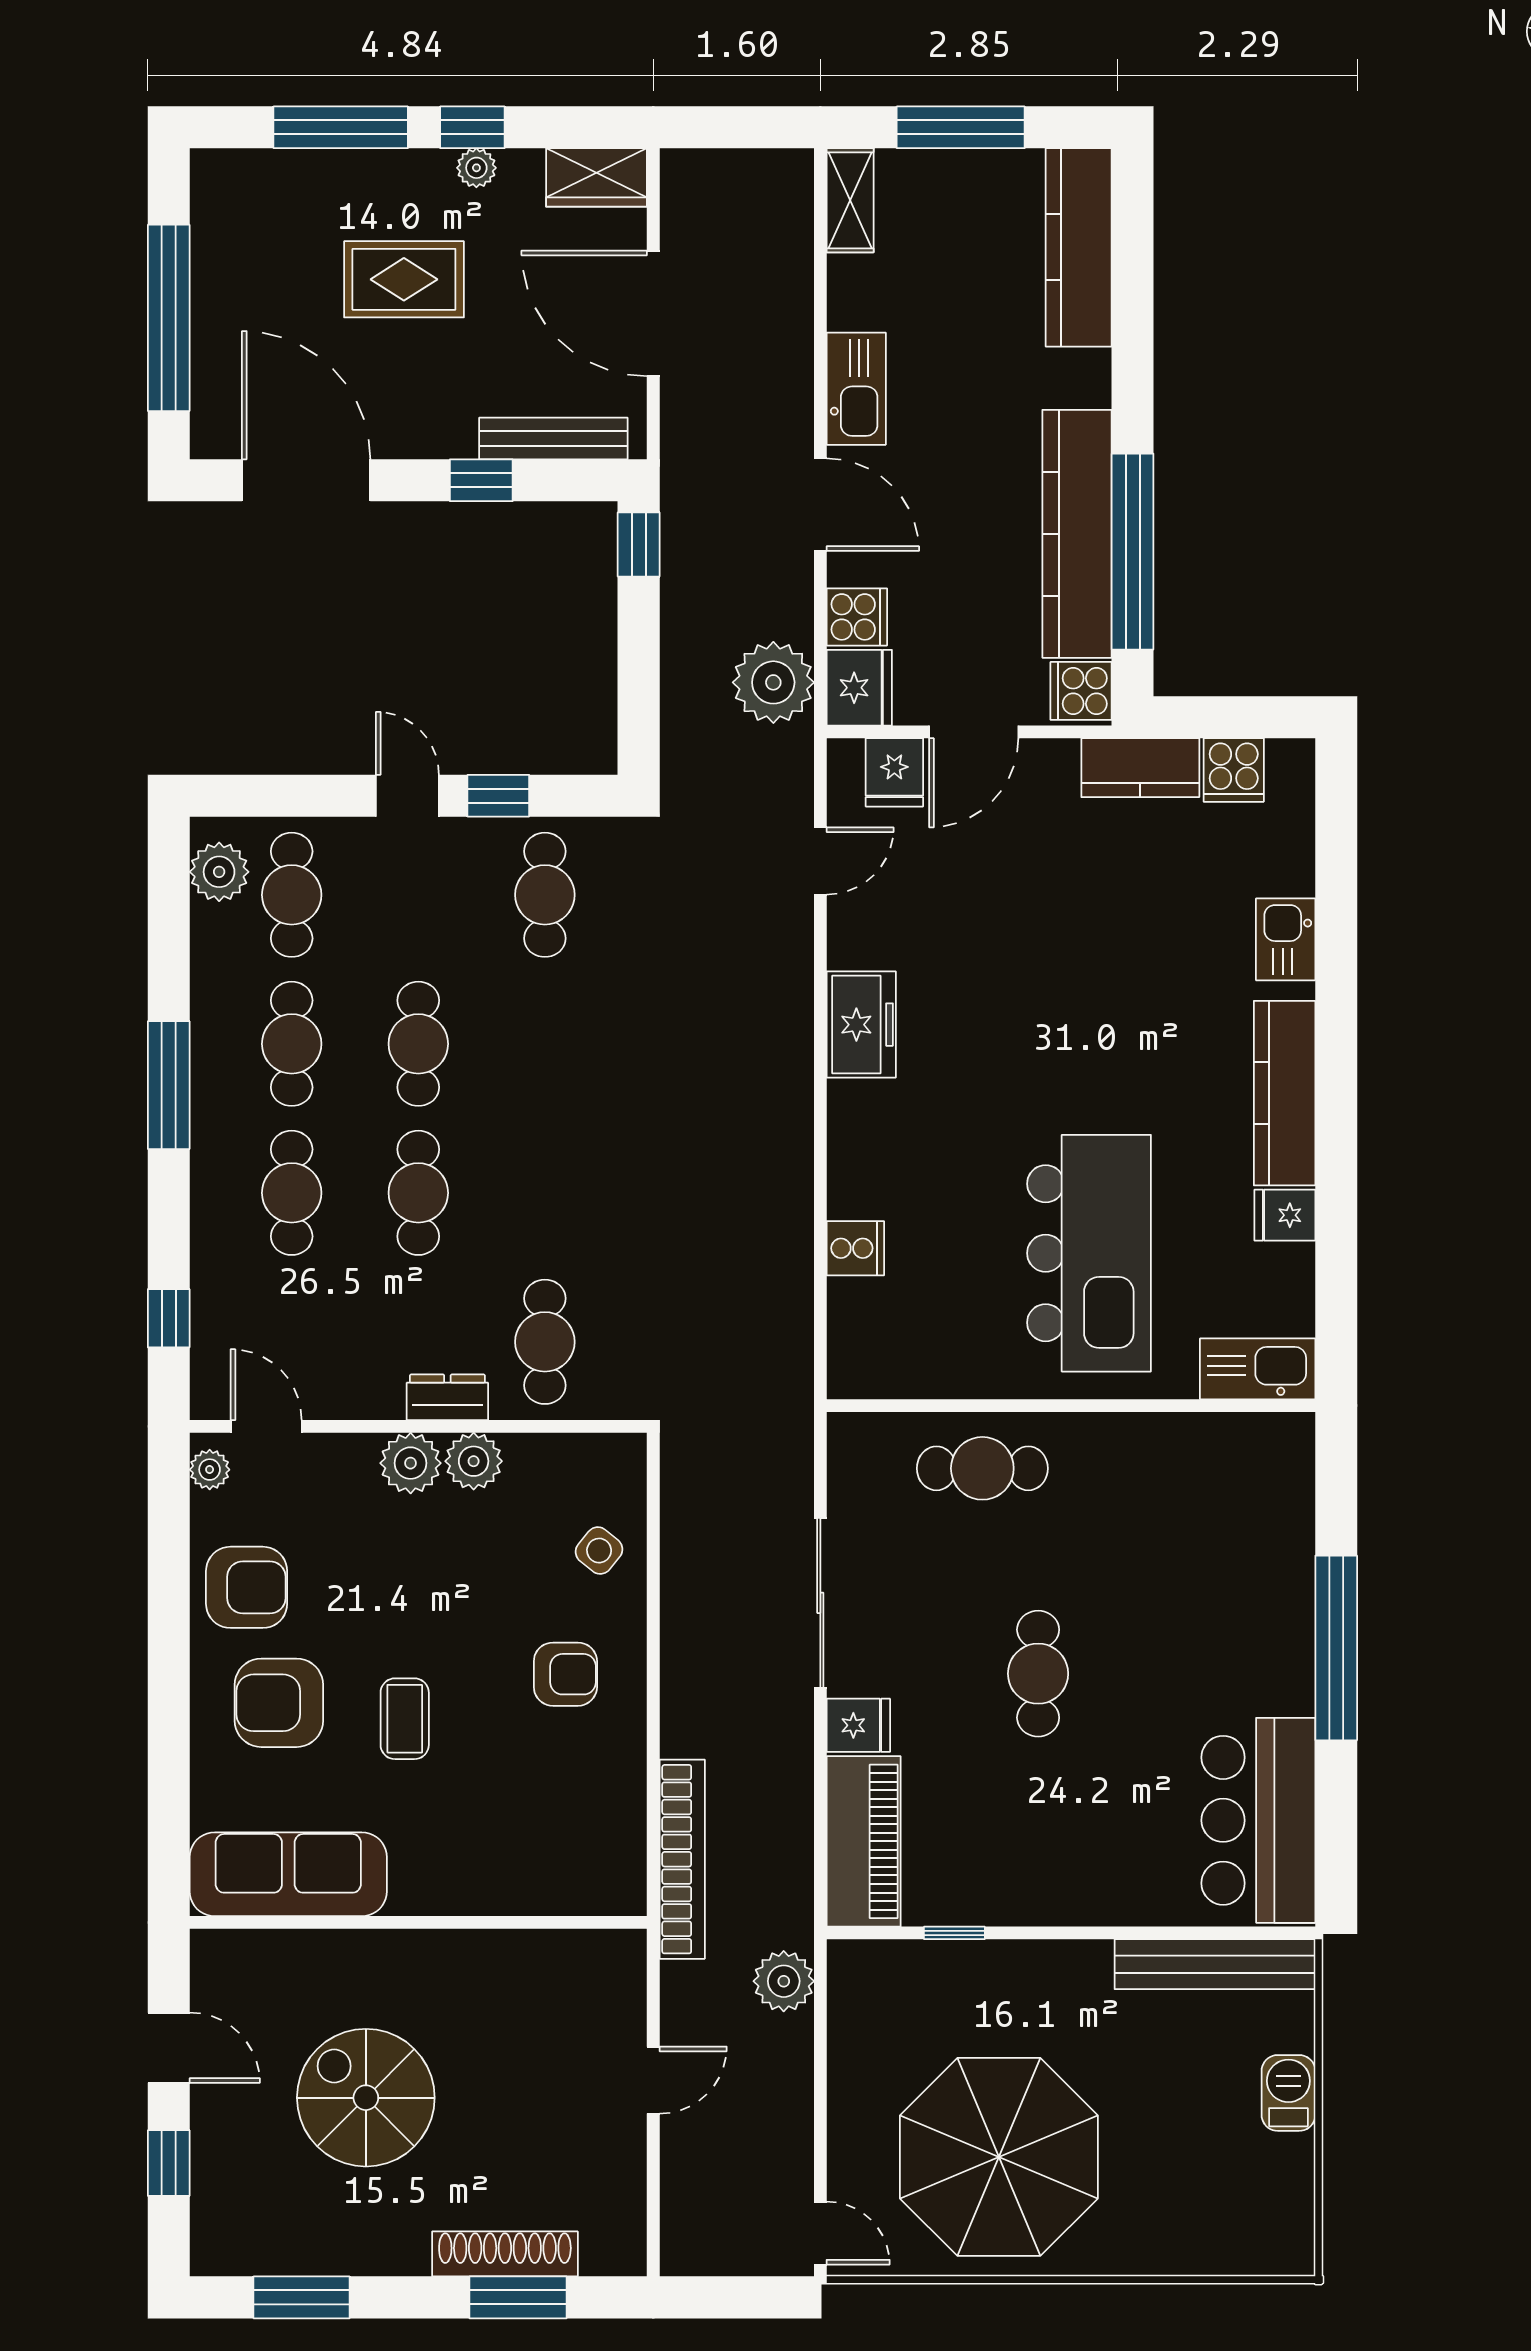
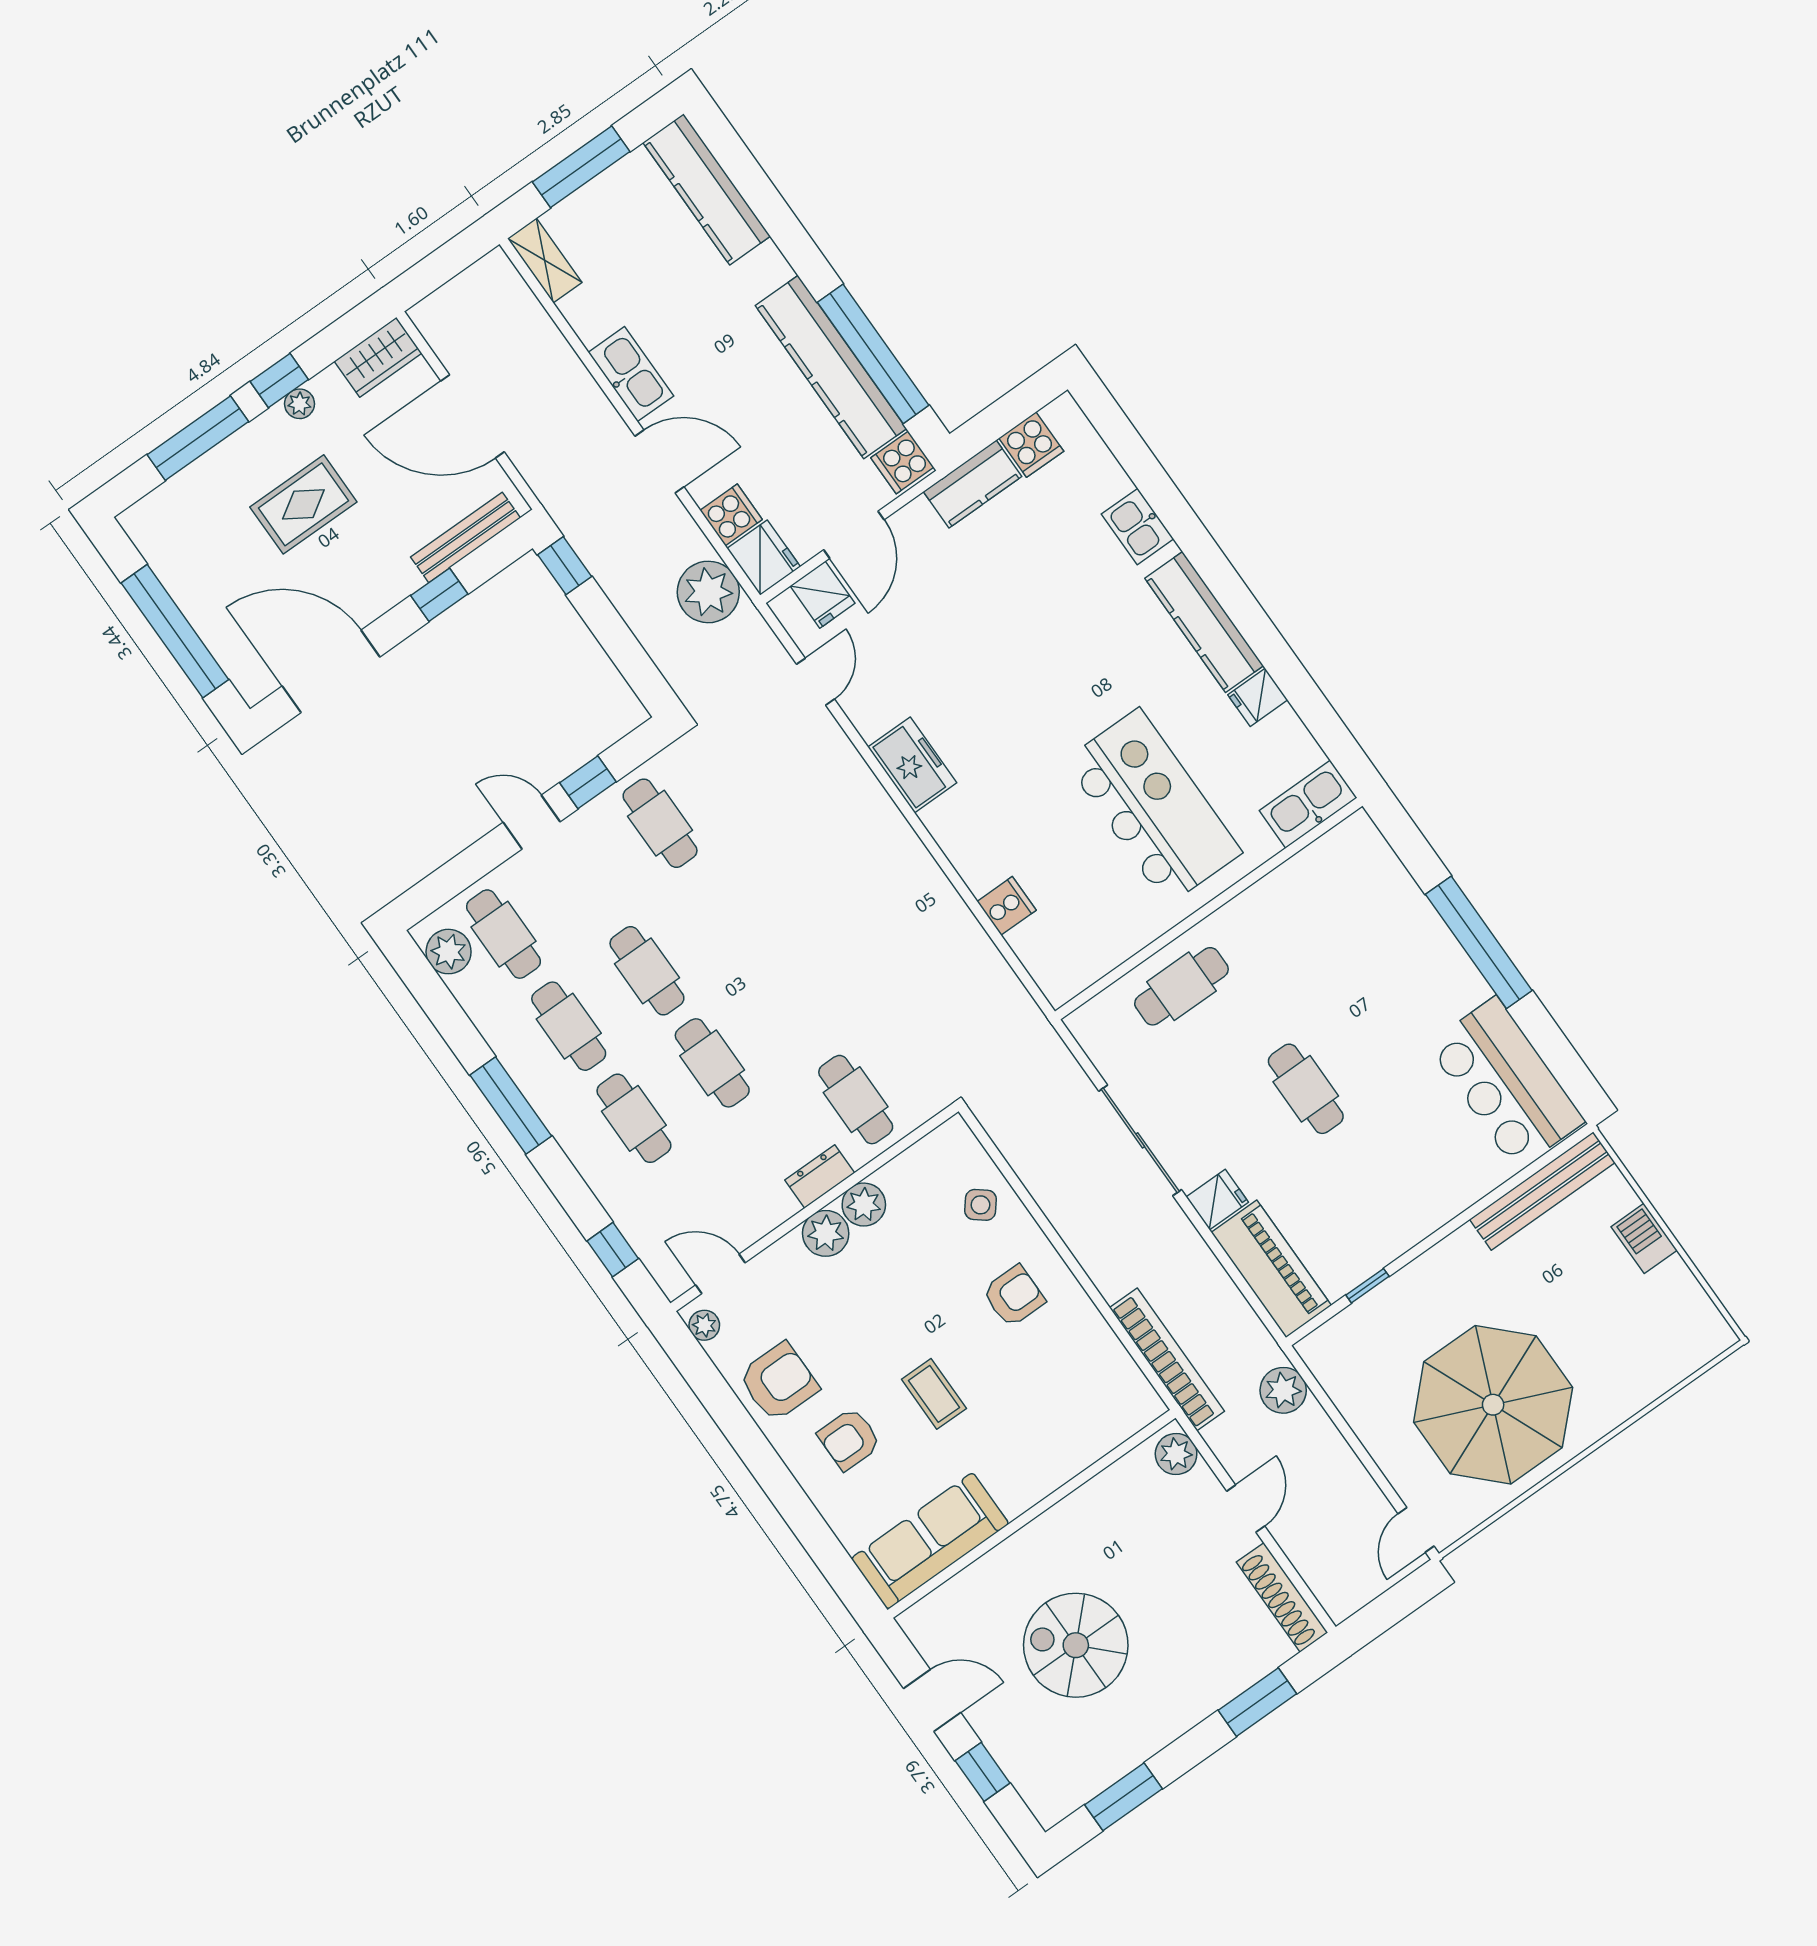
armchair: (279, 1703) -> (849, 1439), width x0.72, depth x0.72
plant: (620, 1968) -> (1176, 1454), added
door: (820, 2233) -> (1416, 1530), swing flipped
shoe rack: (505, 2254) -> (1282, 1597), moved, turned -90

